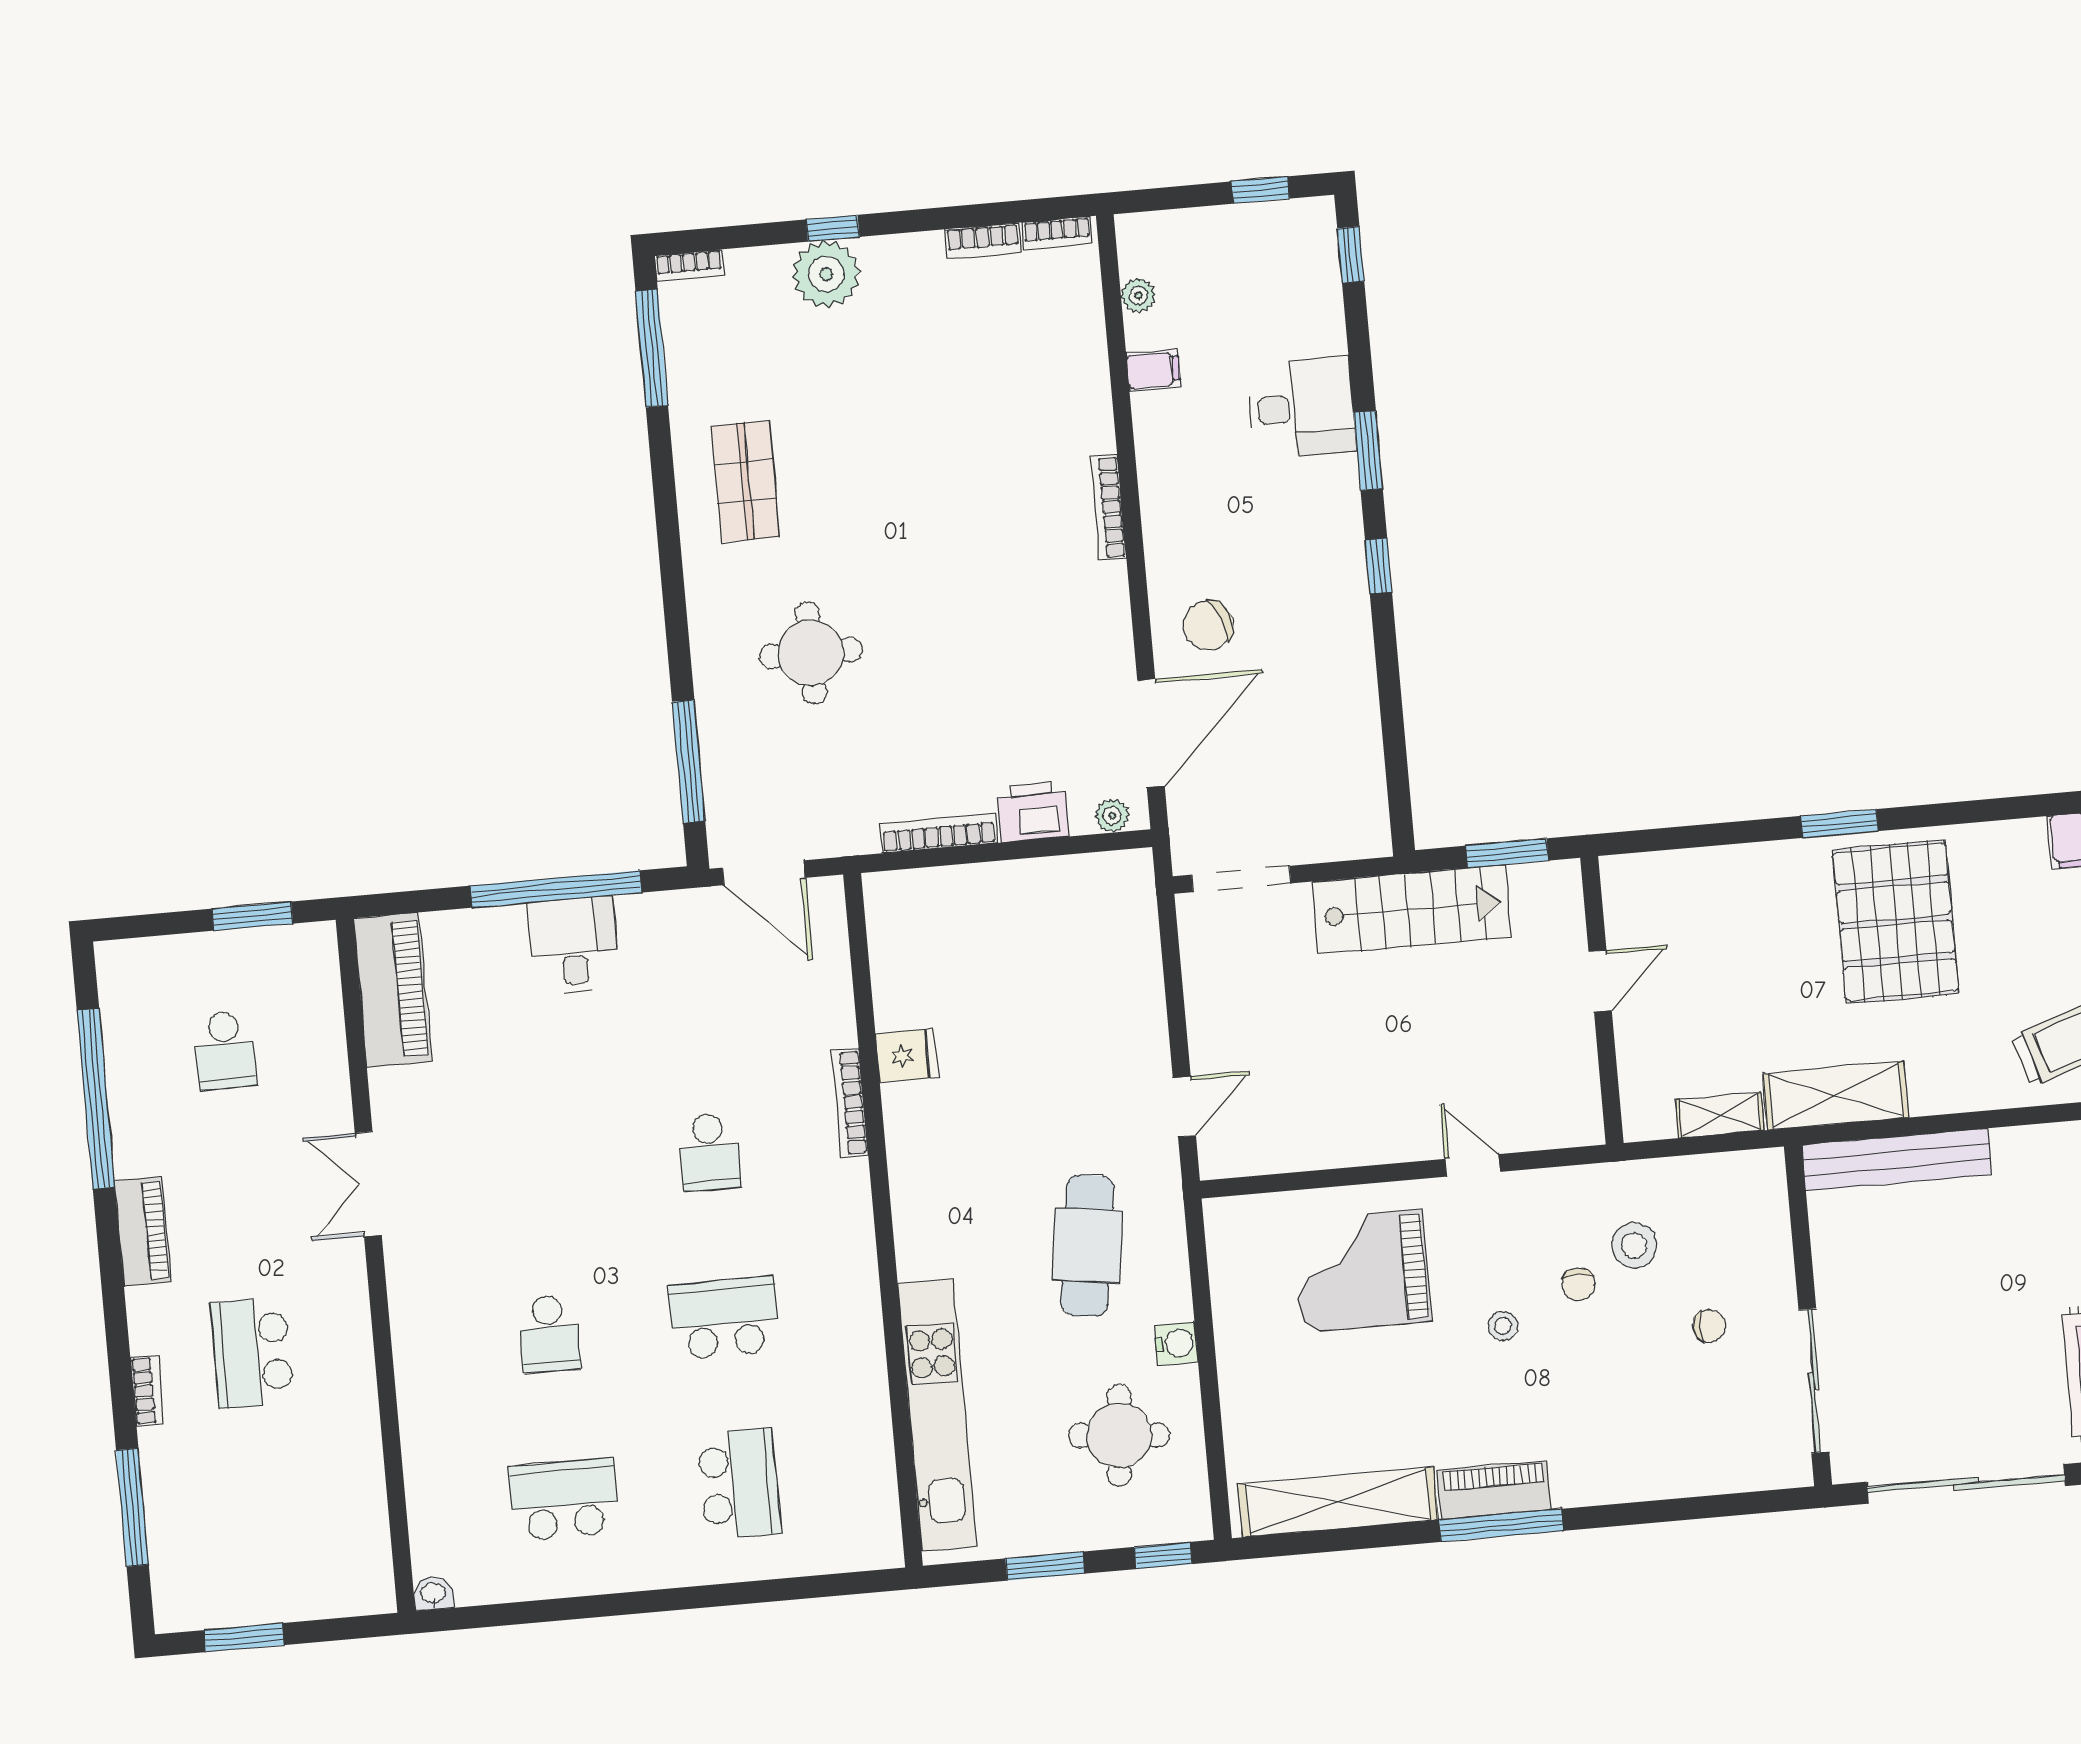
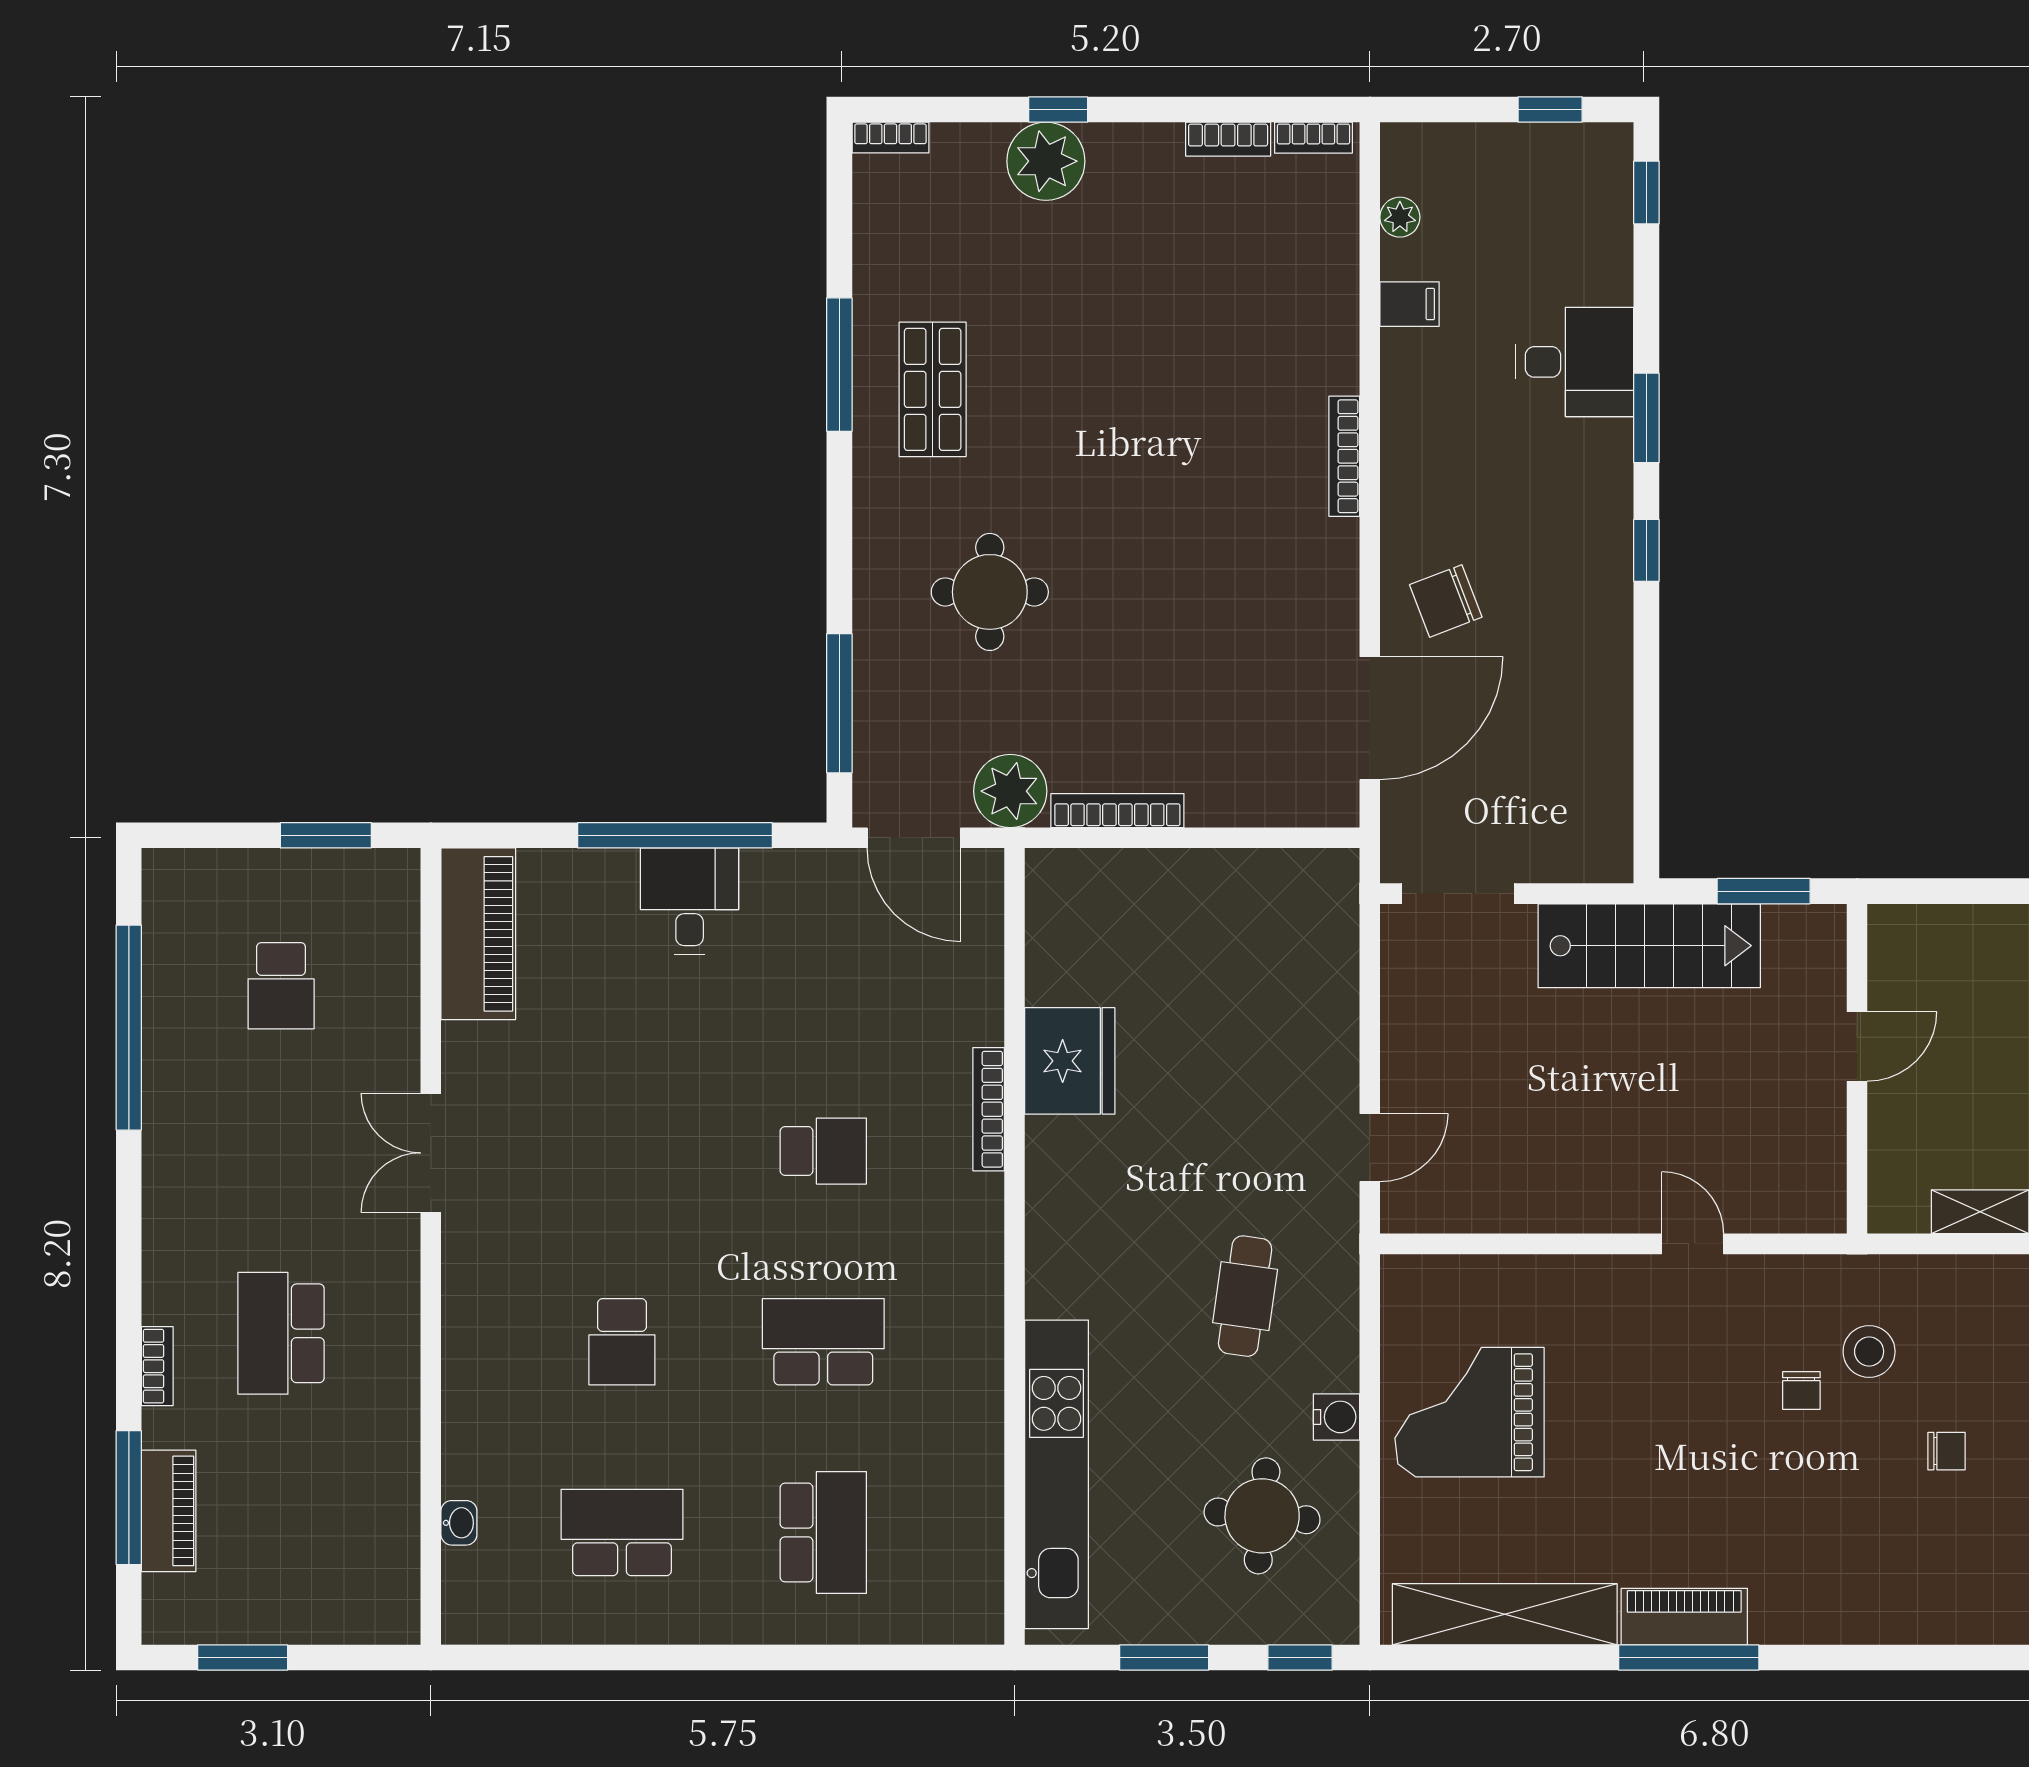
window: (652, 348) -> (839, 365), moved
printer: (1033, 812) -> (1227, 795), removed
plant: (1112, 816) -> (1010, 791), moved, width x1.88, depth x1.88
fridge: (907, 1056) -> (1070, 1061), width x1.88, depth x1.34
school desk: (709, 1152) -> (823, 1151), turned -90
piano: (143, 1231) -> (169, 1511), moved
cafe table: (1087, 1245) -> (1245, 1296), width x0.73, depth x0.74
grand piano: (1362, 1271) -> (1470, 1412), moved
stool: (1503, 1326) -> (1711, 1430), removed
washbasin: (433, 1594) -> (459, 1523), moved, turned 90

